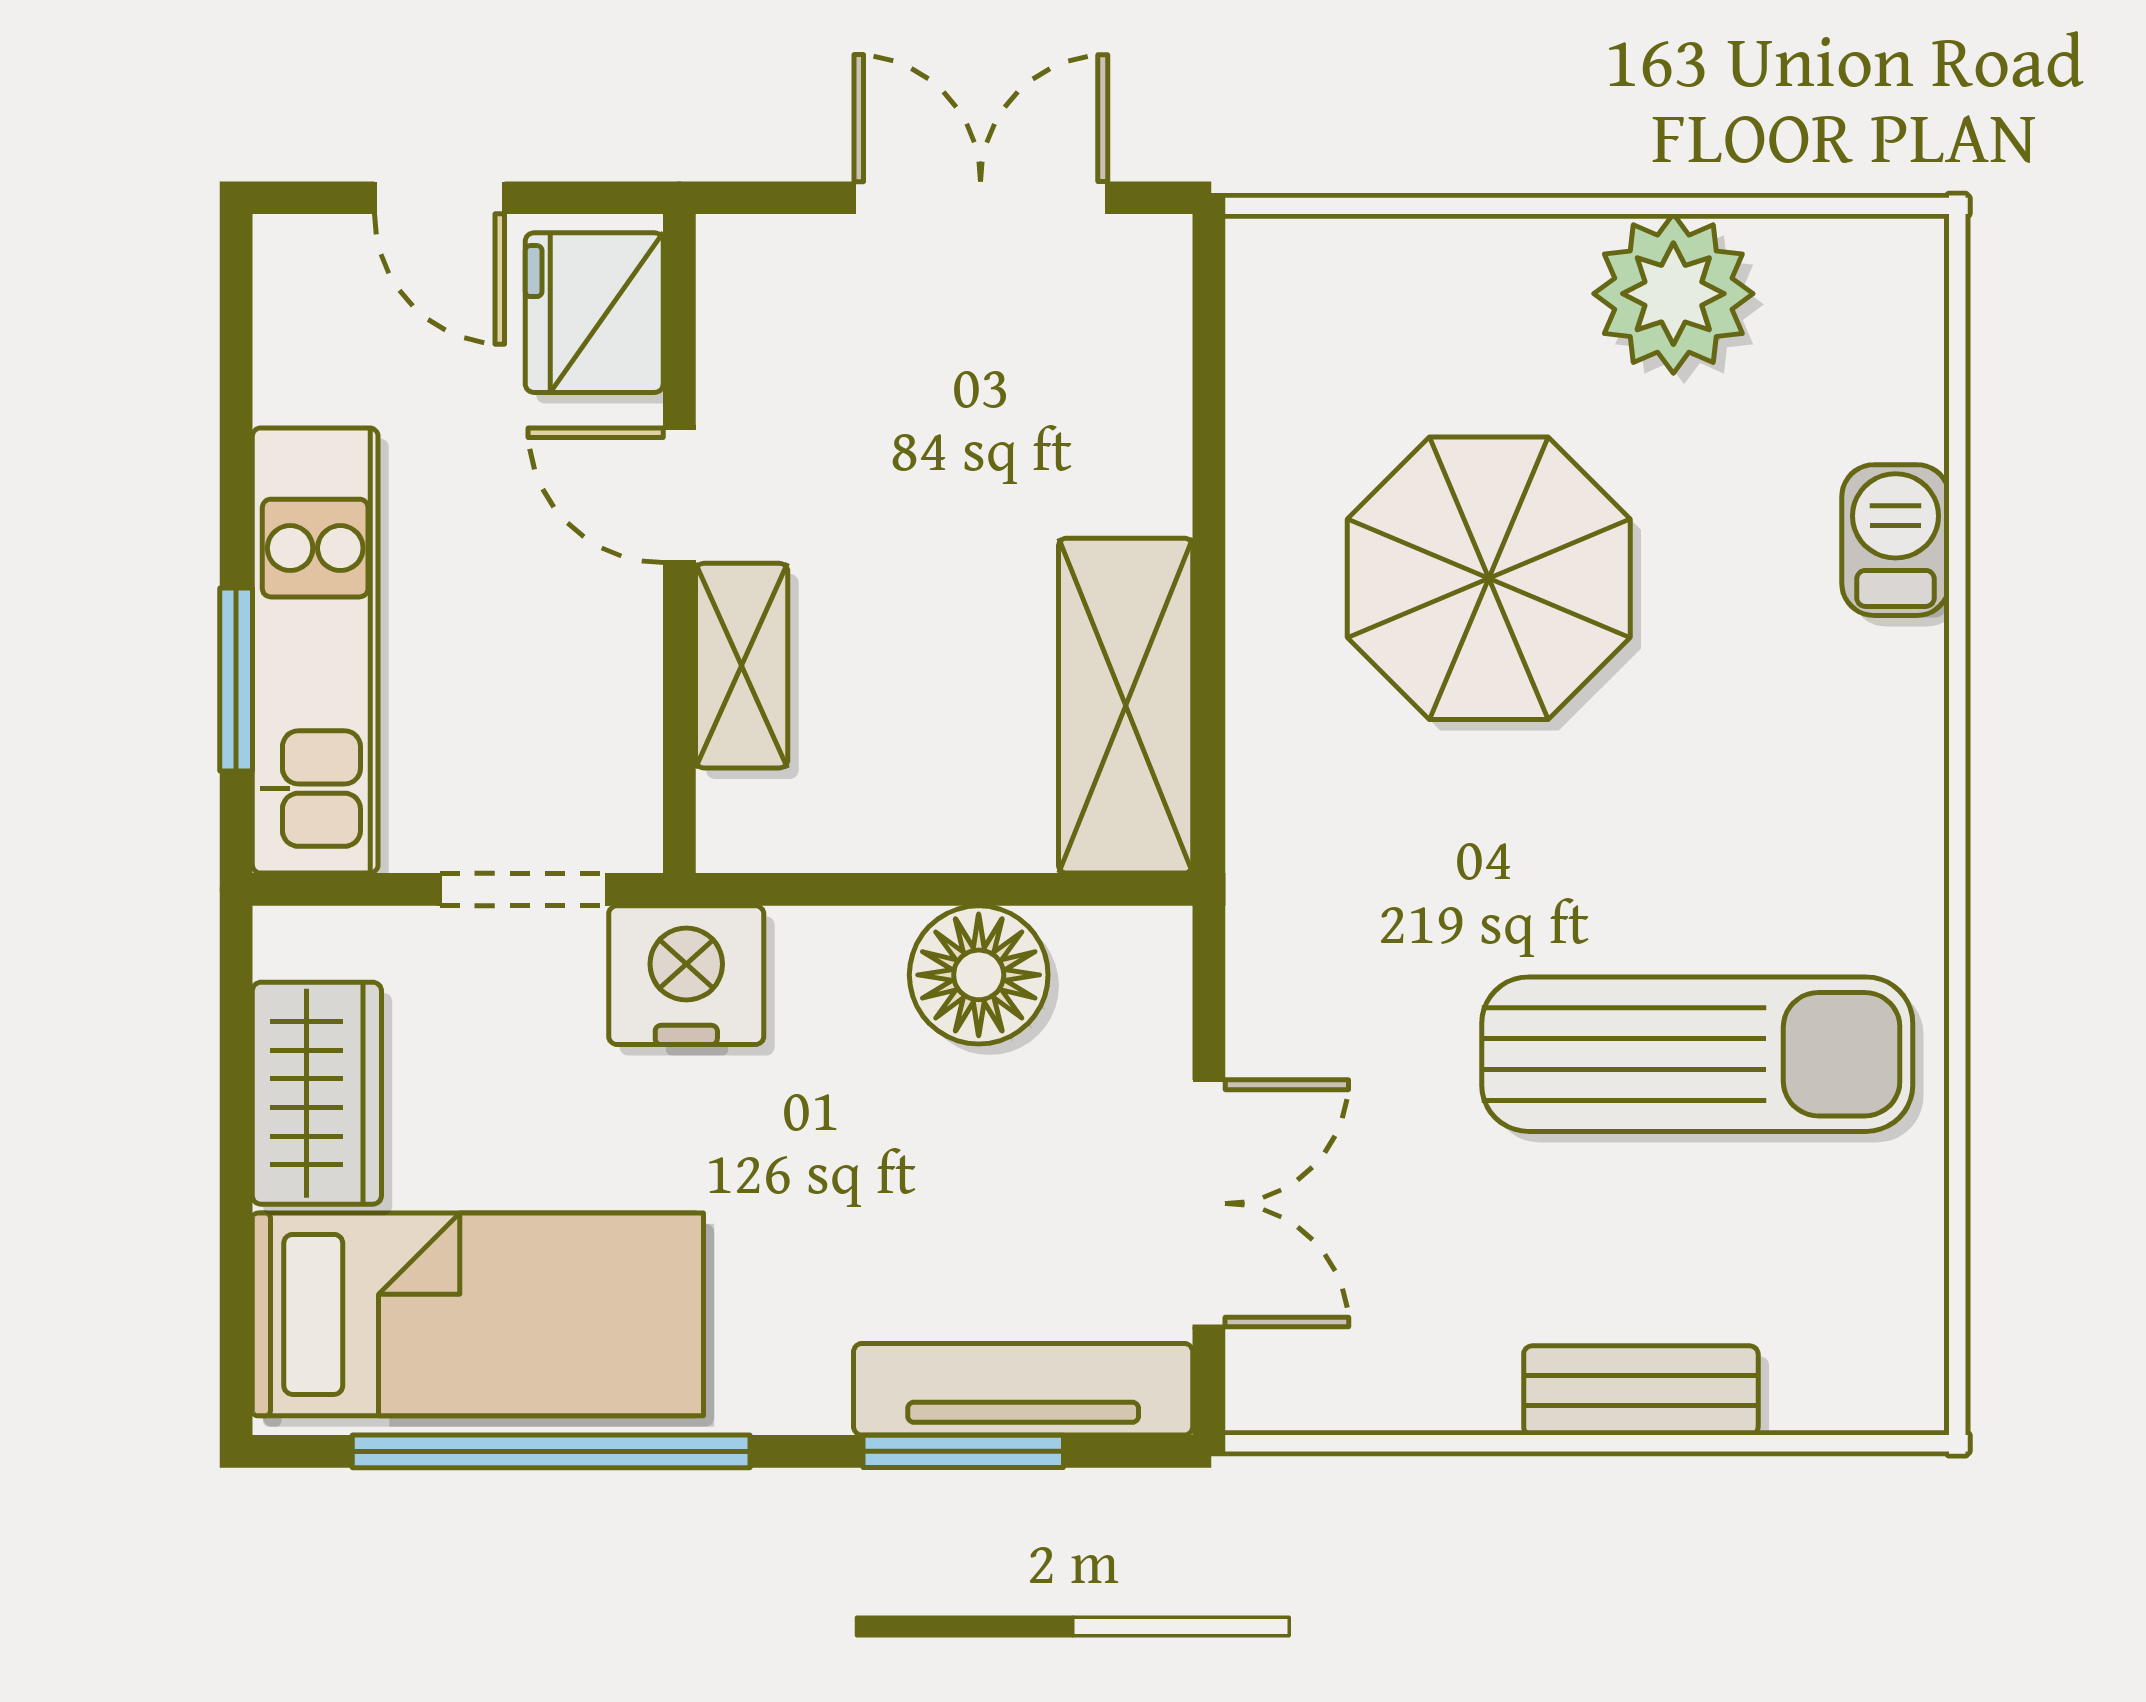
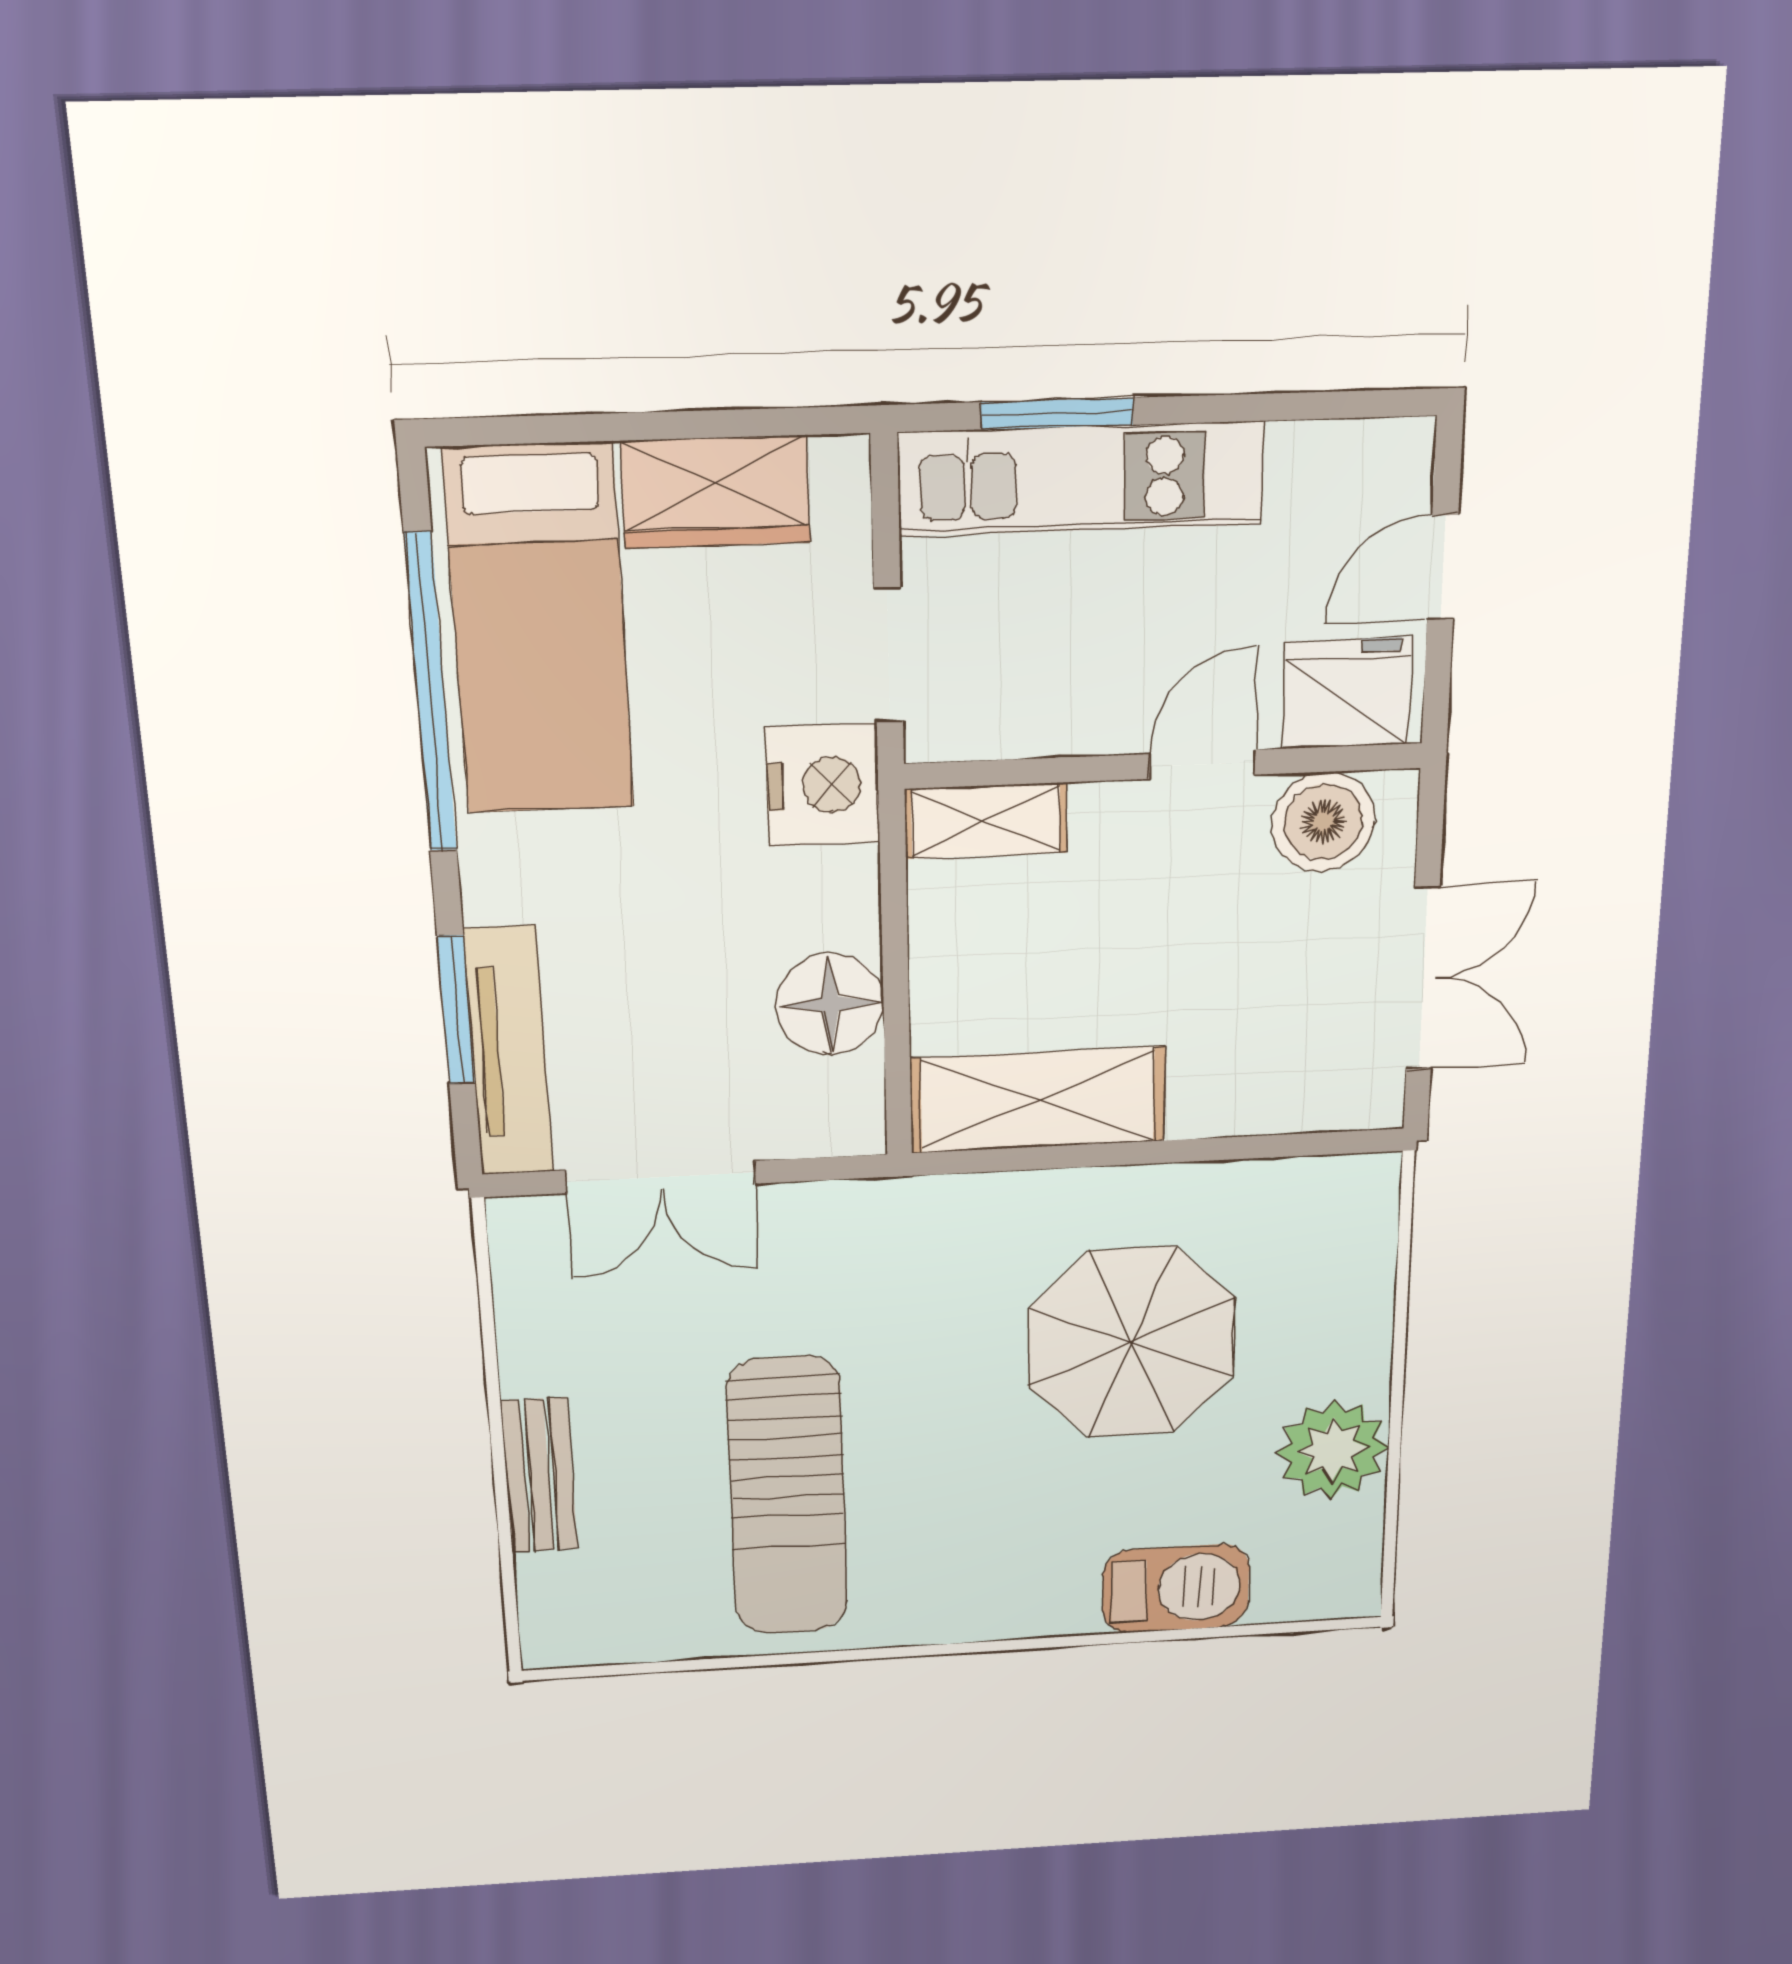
boiler: (761, 337) -> (1323, 822), added
barbecue: (1896, 540) -> (1176, 1588), width x1.38, depth x1.27
shelving: (742, 666) -> (986, 821), moved

